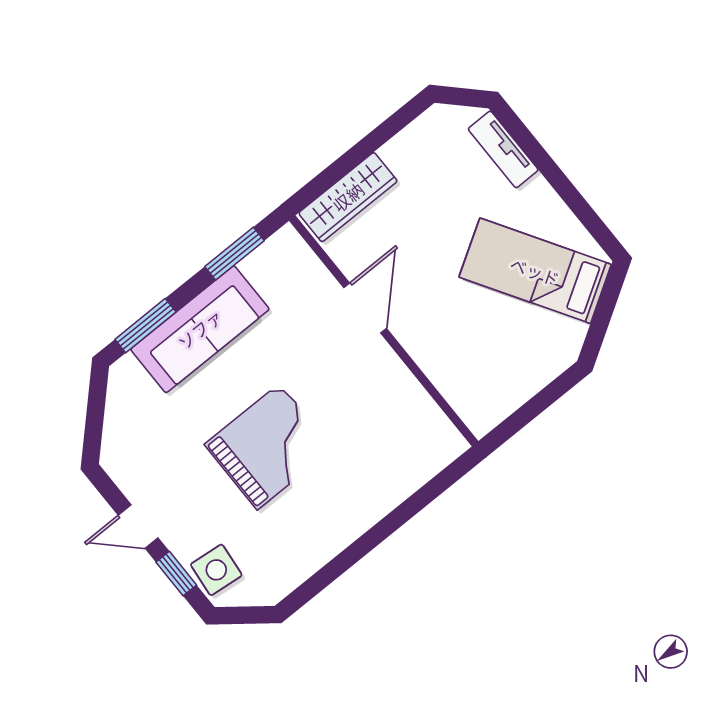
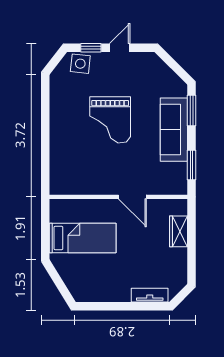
wardrobe: (348, 197) -> (178, 231), width x0.67
bed: (535, 271) -> (83, 238), moved, turned 32

